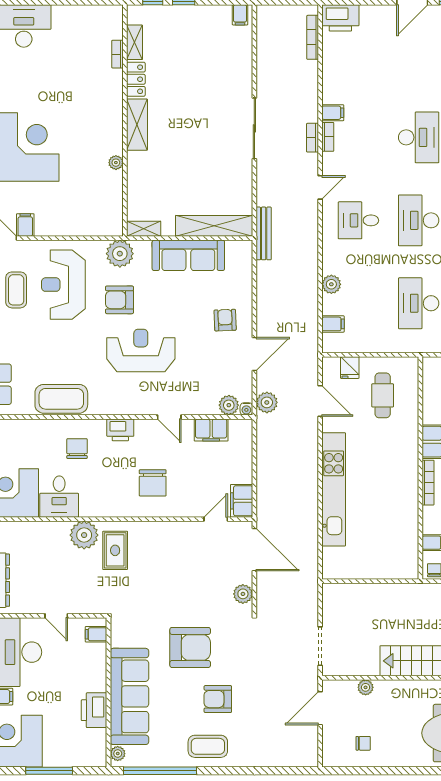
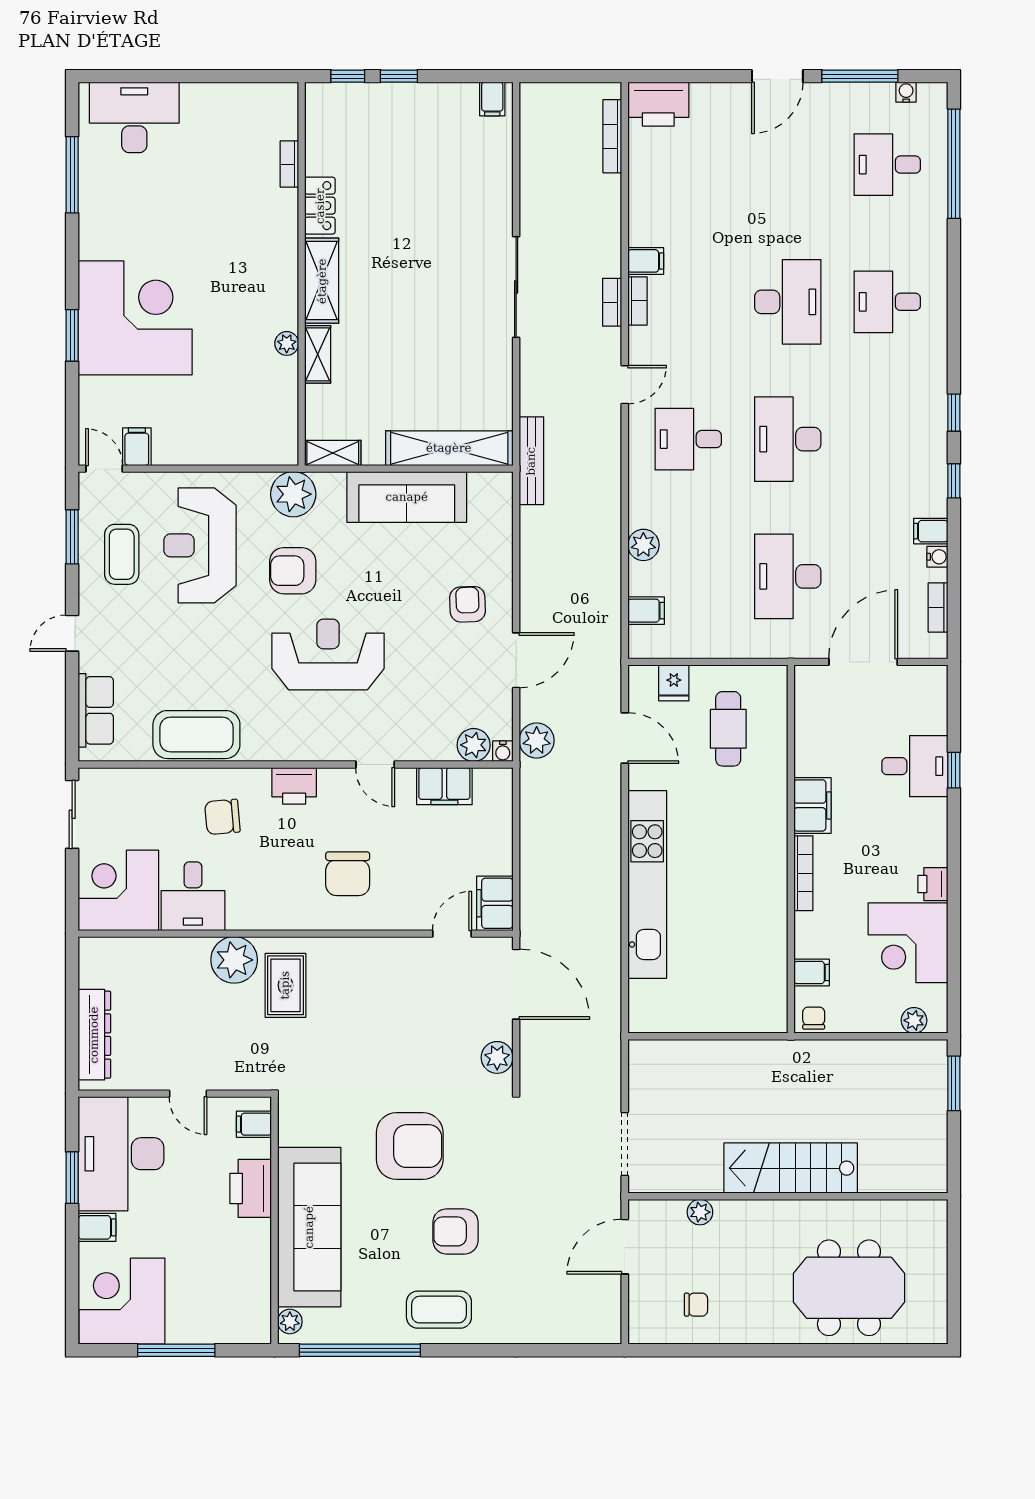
shelving: (135, 42) -> (318, 354), moved
chair: (77, 449) -> (222, 817), turned -95
printer: (94, 710) -> (251, 1188), moved

